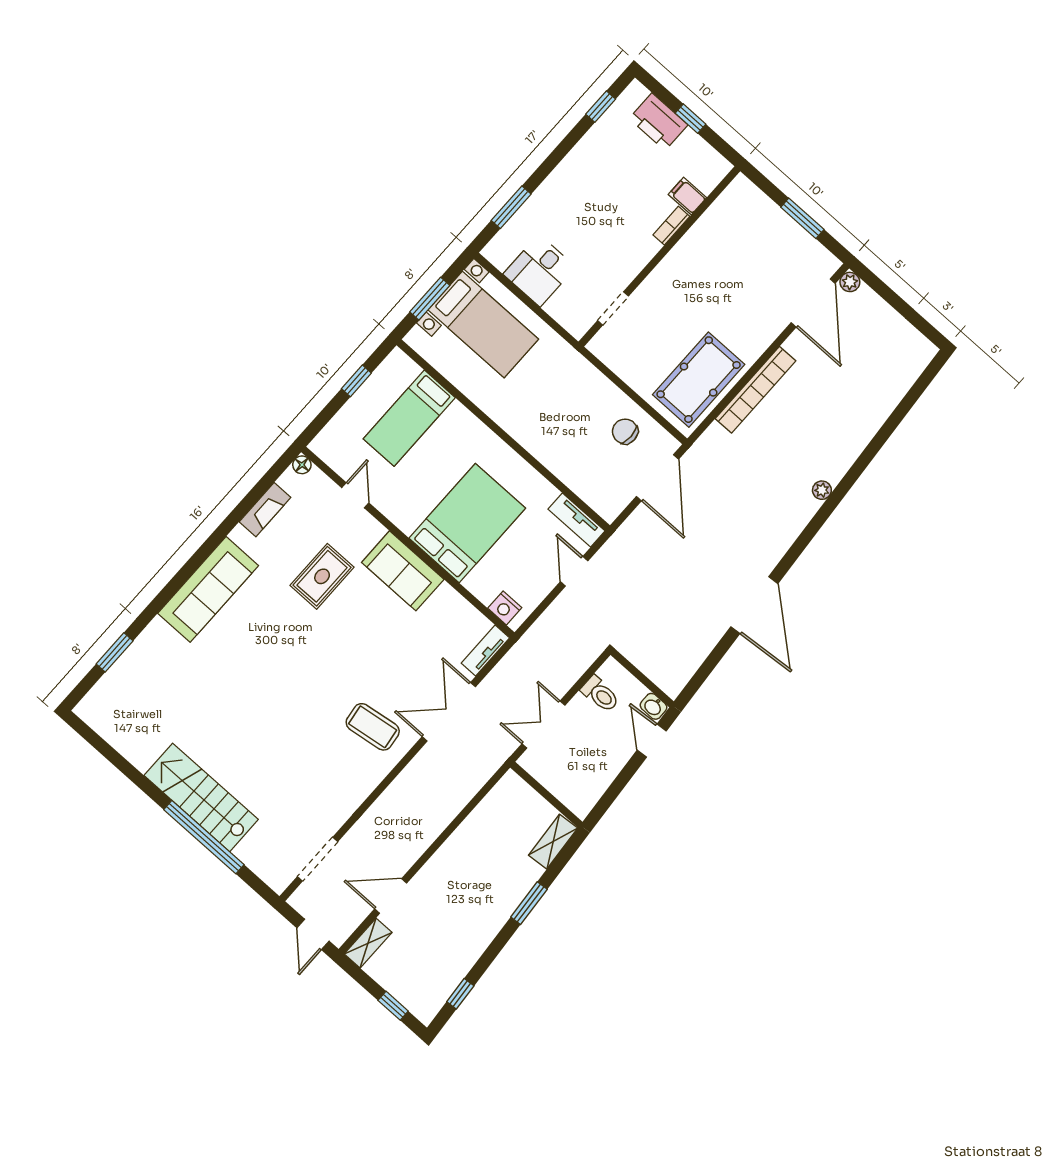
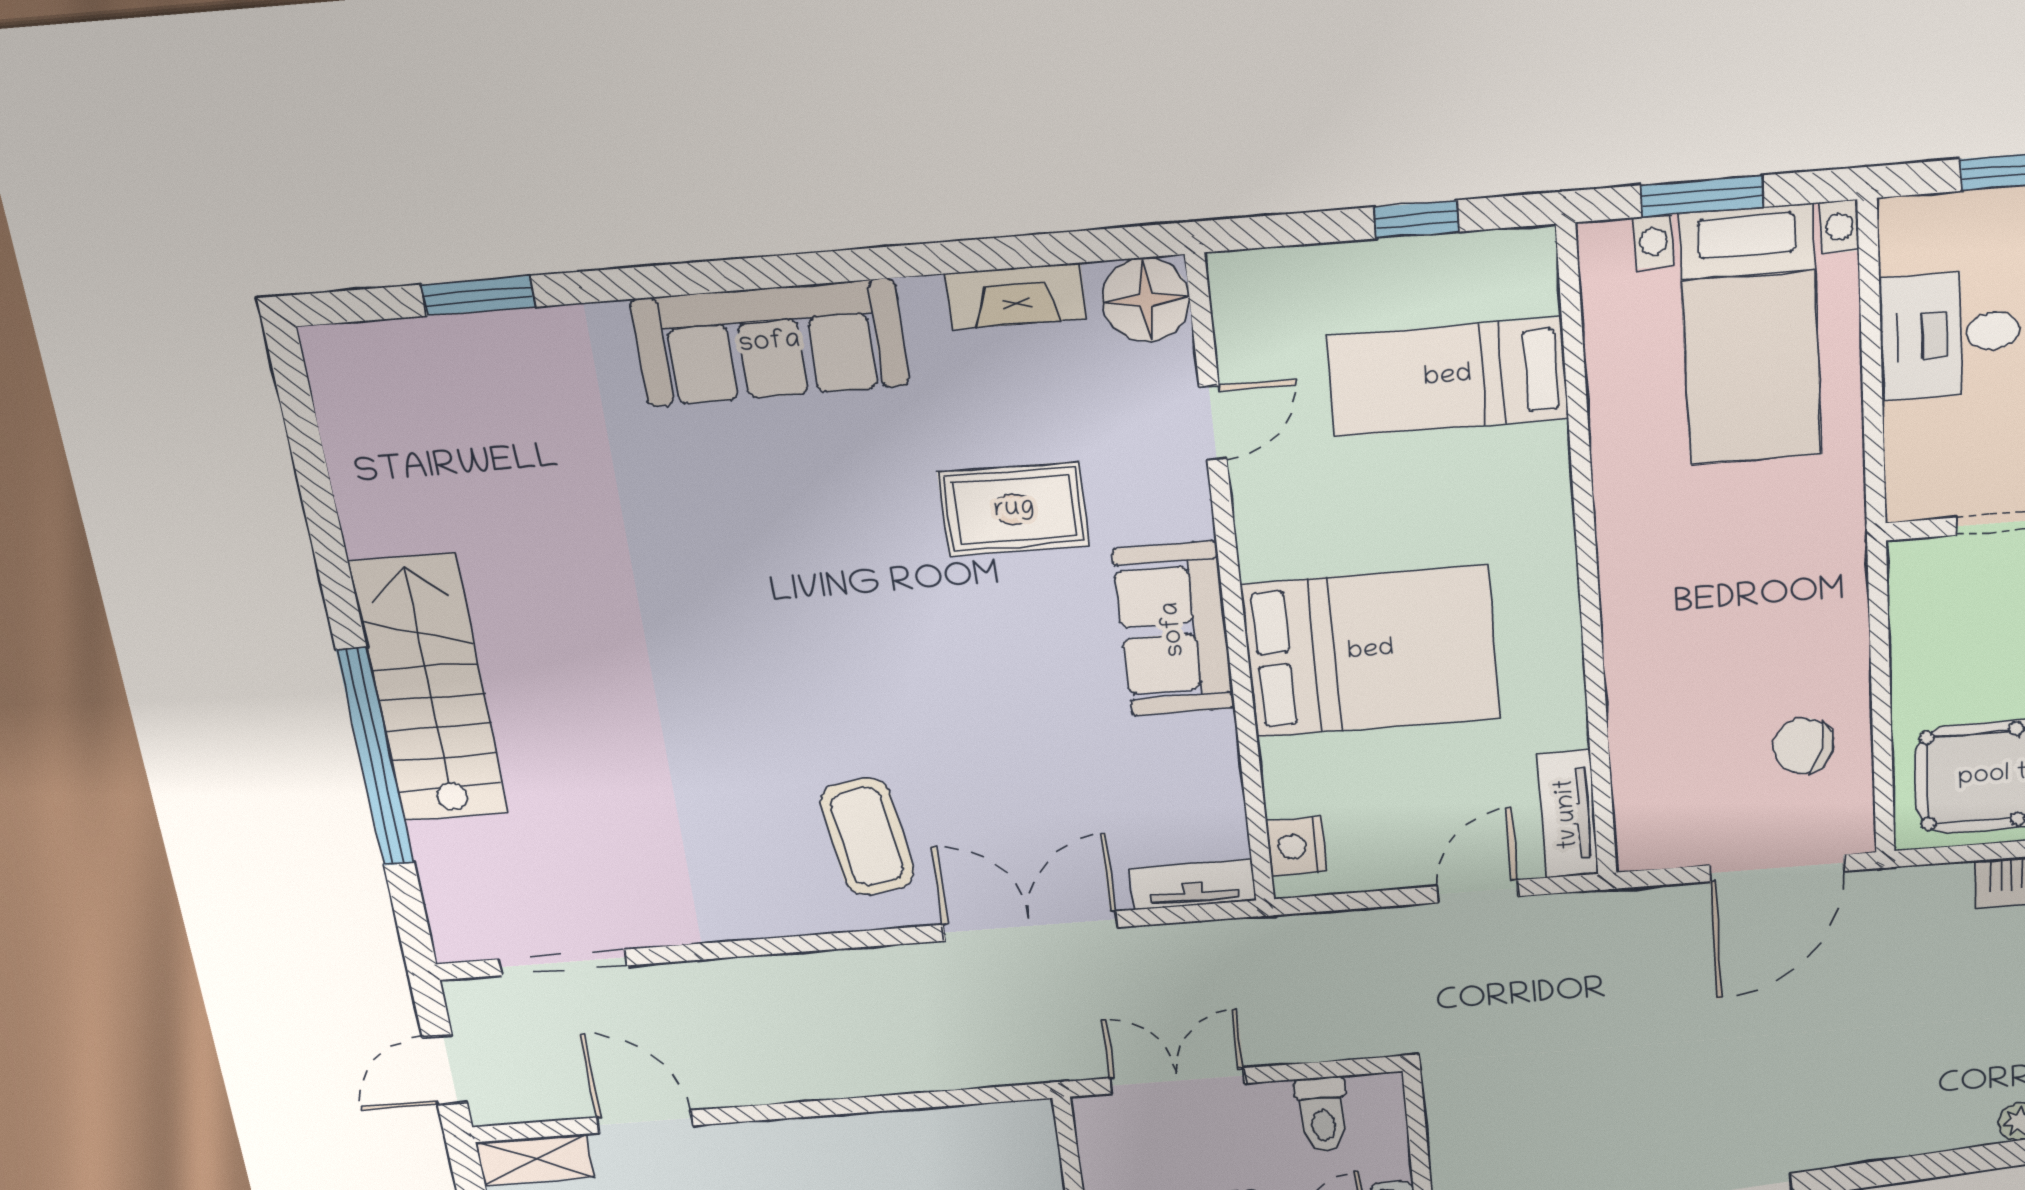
chair: (625, 431) -> (1804, 746), turned -75
floor lamp: (302, 465) -> (1146, 300), width x1.89, depth x1.89

